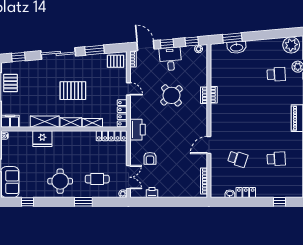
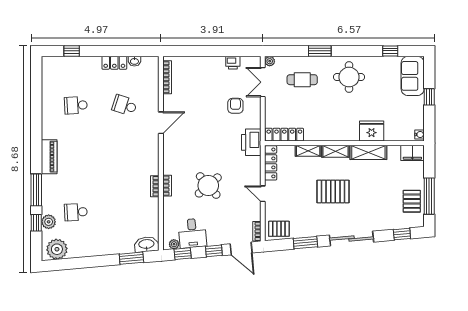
washbasin: (237, 47) -> (146, 244), moved
desk: (170, 59) -> (192, 233), moved

